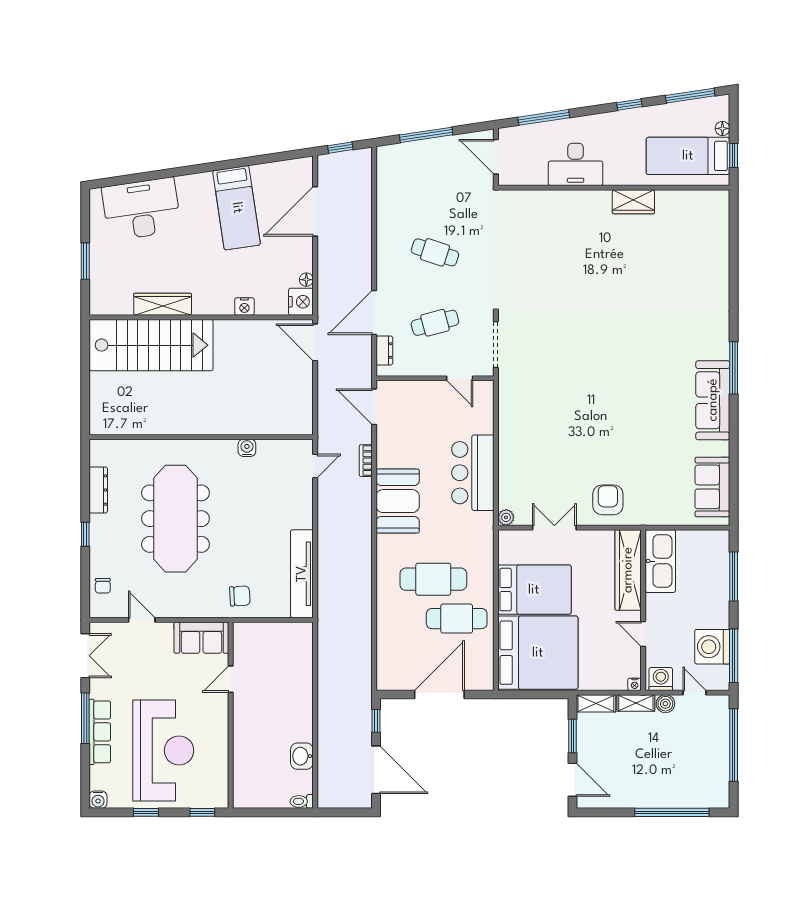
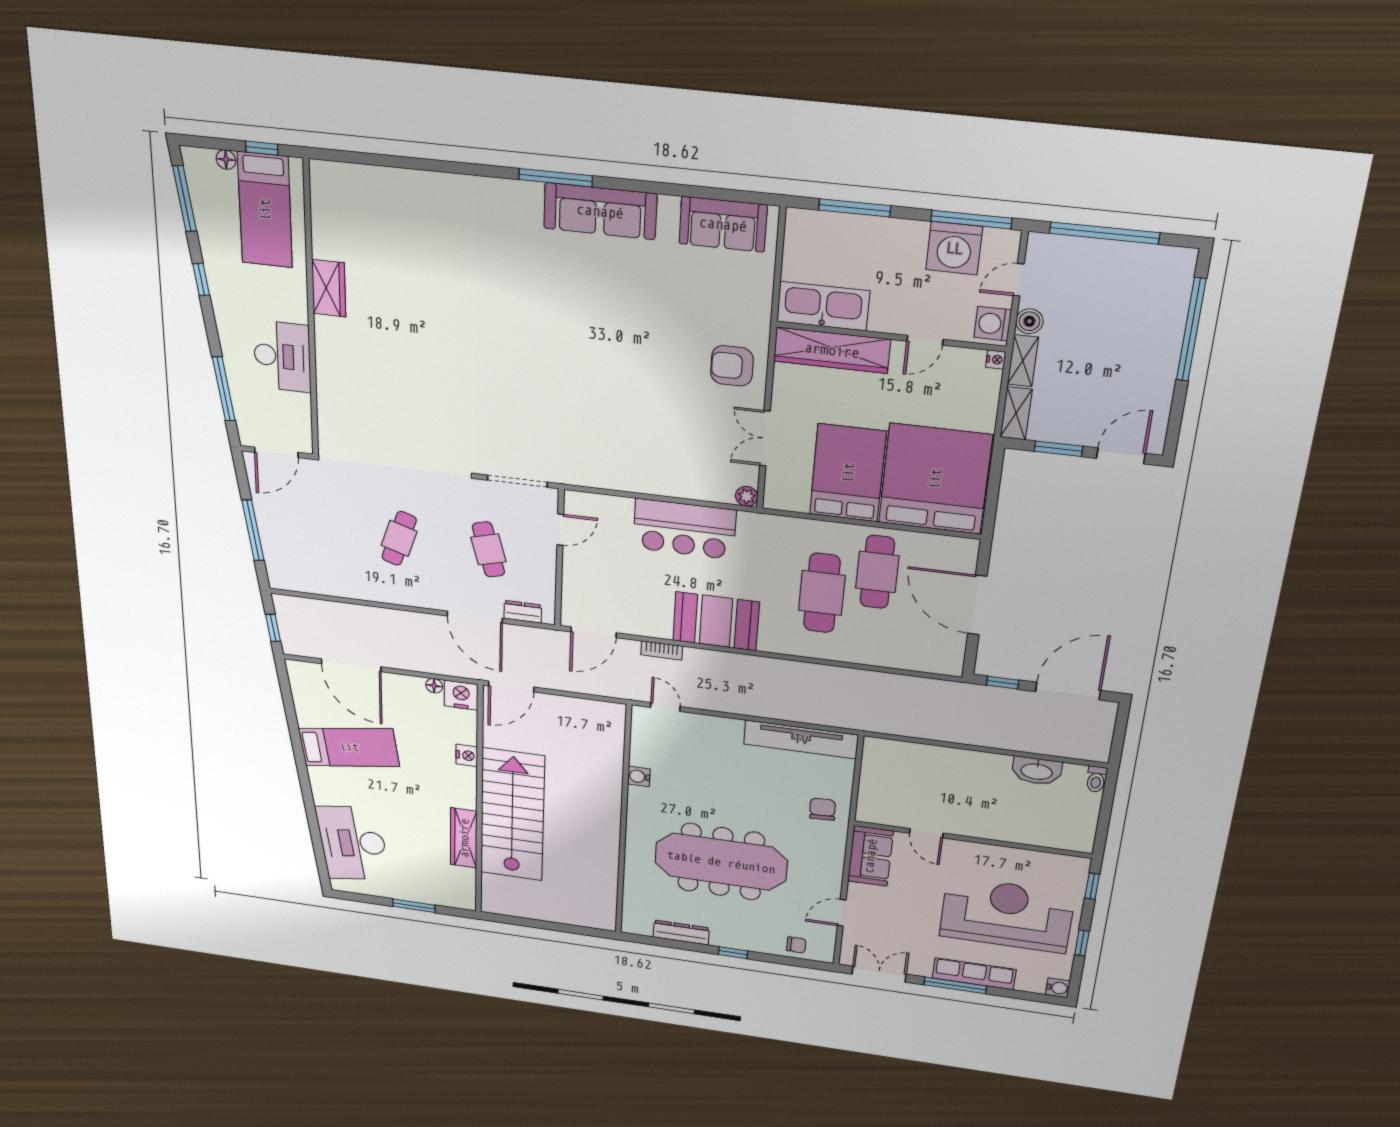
stairs: (151, 345) -> (512, 815), moved
washbasin: (302, 756) -> (1037, 771), width x1.38

